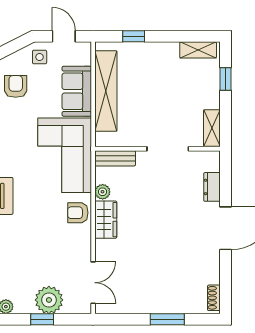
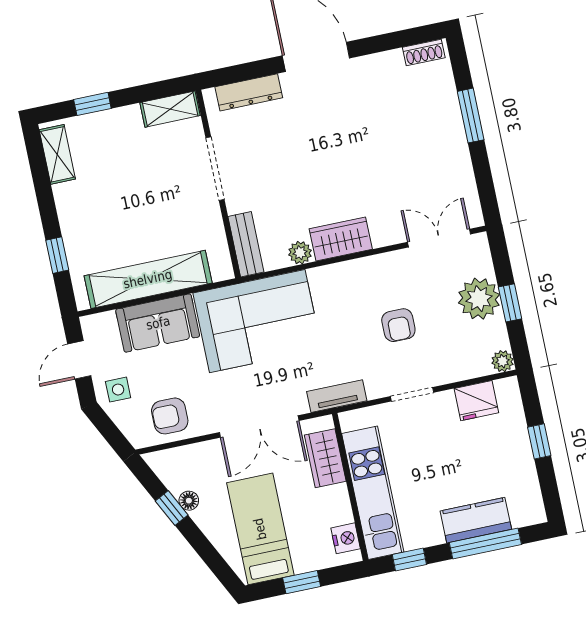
dresser: (212, 187) -> (249, 92), width x1.44
armchair: (78, 213) -> (398, 325), moved

